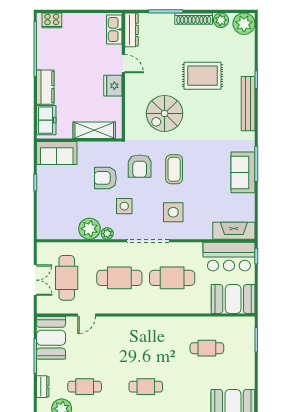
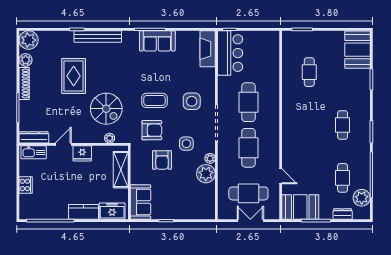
cooker: (52, 20) -> (26, 185), moved
plant: (131, 117) -> (110, 138), added
booth: (233, 299) -> (267, 49), removed

